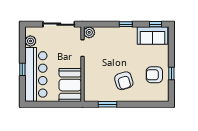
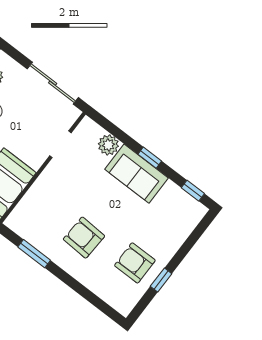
plant: (89, 32) -> (108, 145), moved
sofa: (153, 36) -> (136, 174), moved
armchair: (124, 81) -> (84, 238), turned 110

